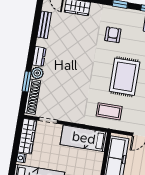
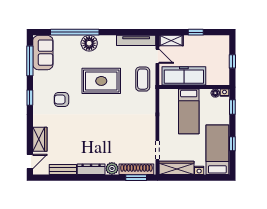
dresser: (39, 57) -> (91, 169), width x1.44
window: (27, 81) -> (136, 178), moved
coffee table: (109, 111) -> (143, 79), moved
bed: (84, 138) -> (189, 111), moved

